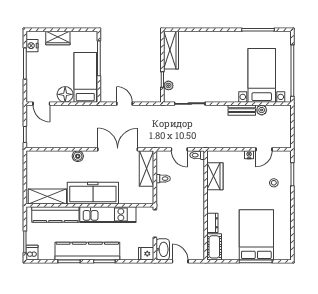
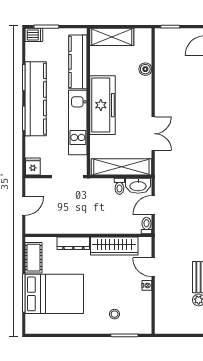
double door: (118, 149) -> (153, 134), width x0.73
door: (264, 149) -> (153, 267), moved
boiler: (78, 156) -> (145, 69), moved
shelving: (146, 169) -> (121, 167), width x1.47
wardrobe: (215, 176) -> (114, 246), width x1.50
shelving: (47, 197) -> (112, 37), moved, turned 90
dresser: (212, 223) -> (73, 243), width x1.44
cot: (214, 247) -> (34, 258), moved, turned 90
washbasin: (163, 249) -> (138, 186), moved

